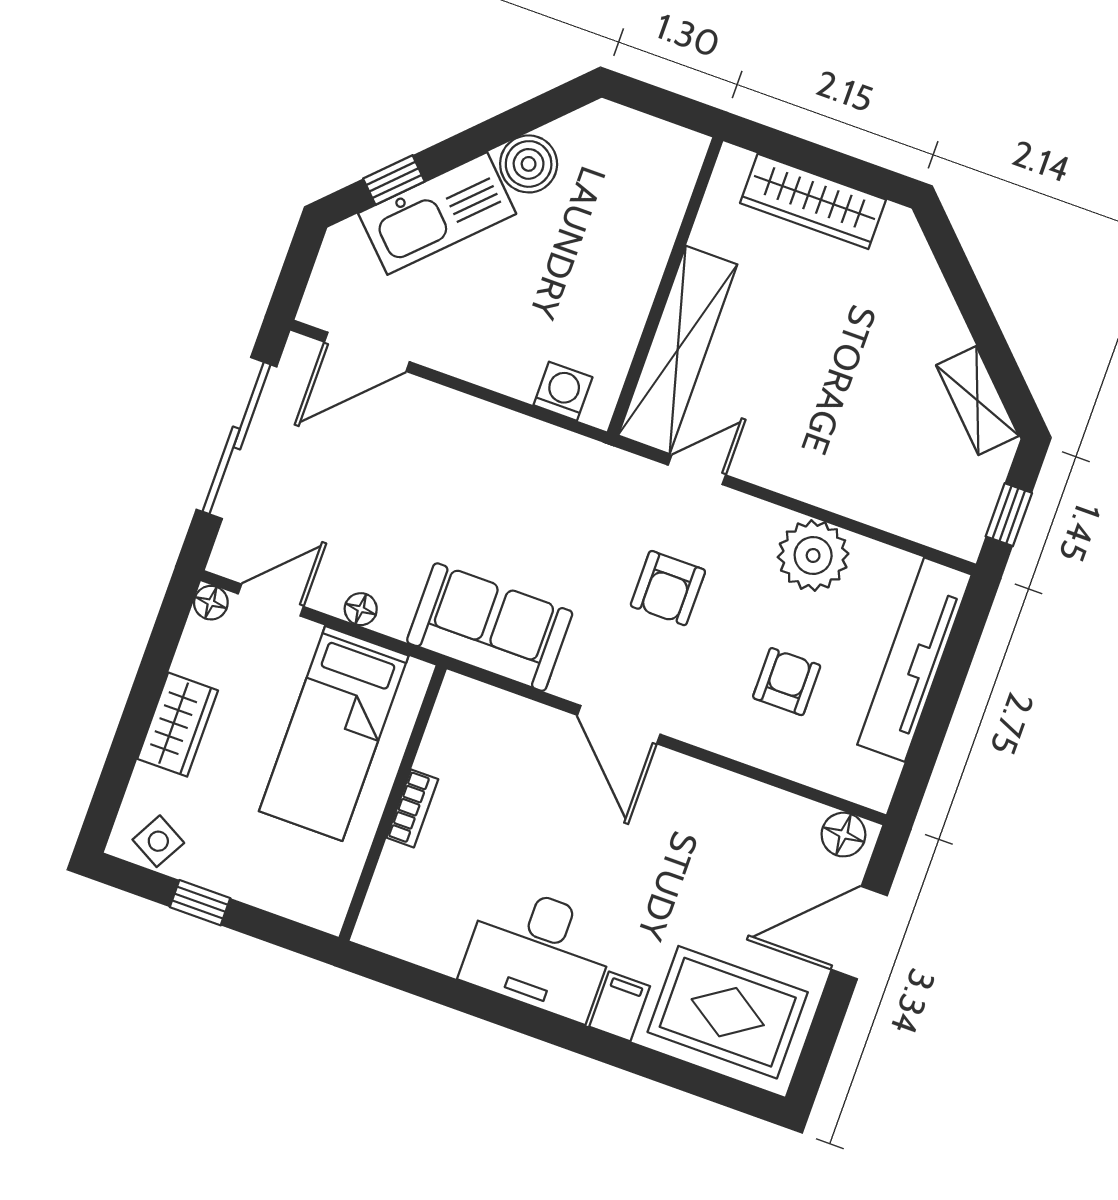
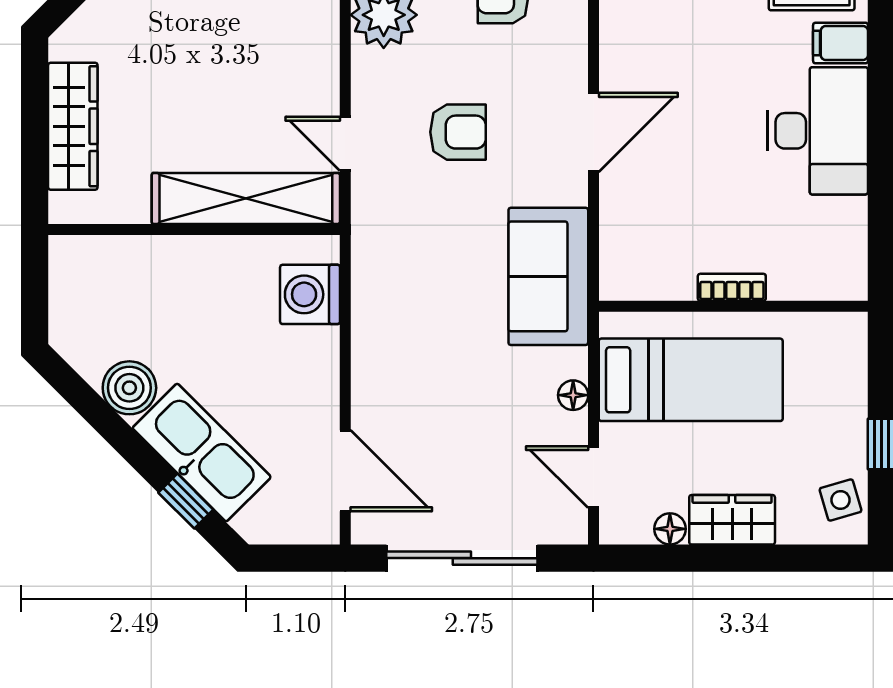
washing machine: (563, 391) -> (310, 294), width x1.38, depth x1.38
floor lamp: (211, 603) -> (670, 529), moved
side table: (158, 841) -> (841, 500), turned 45

